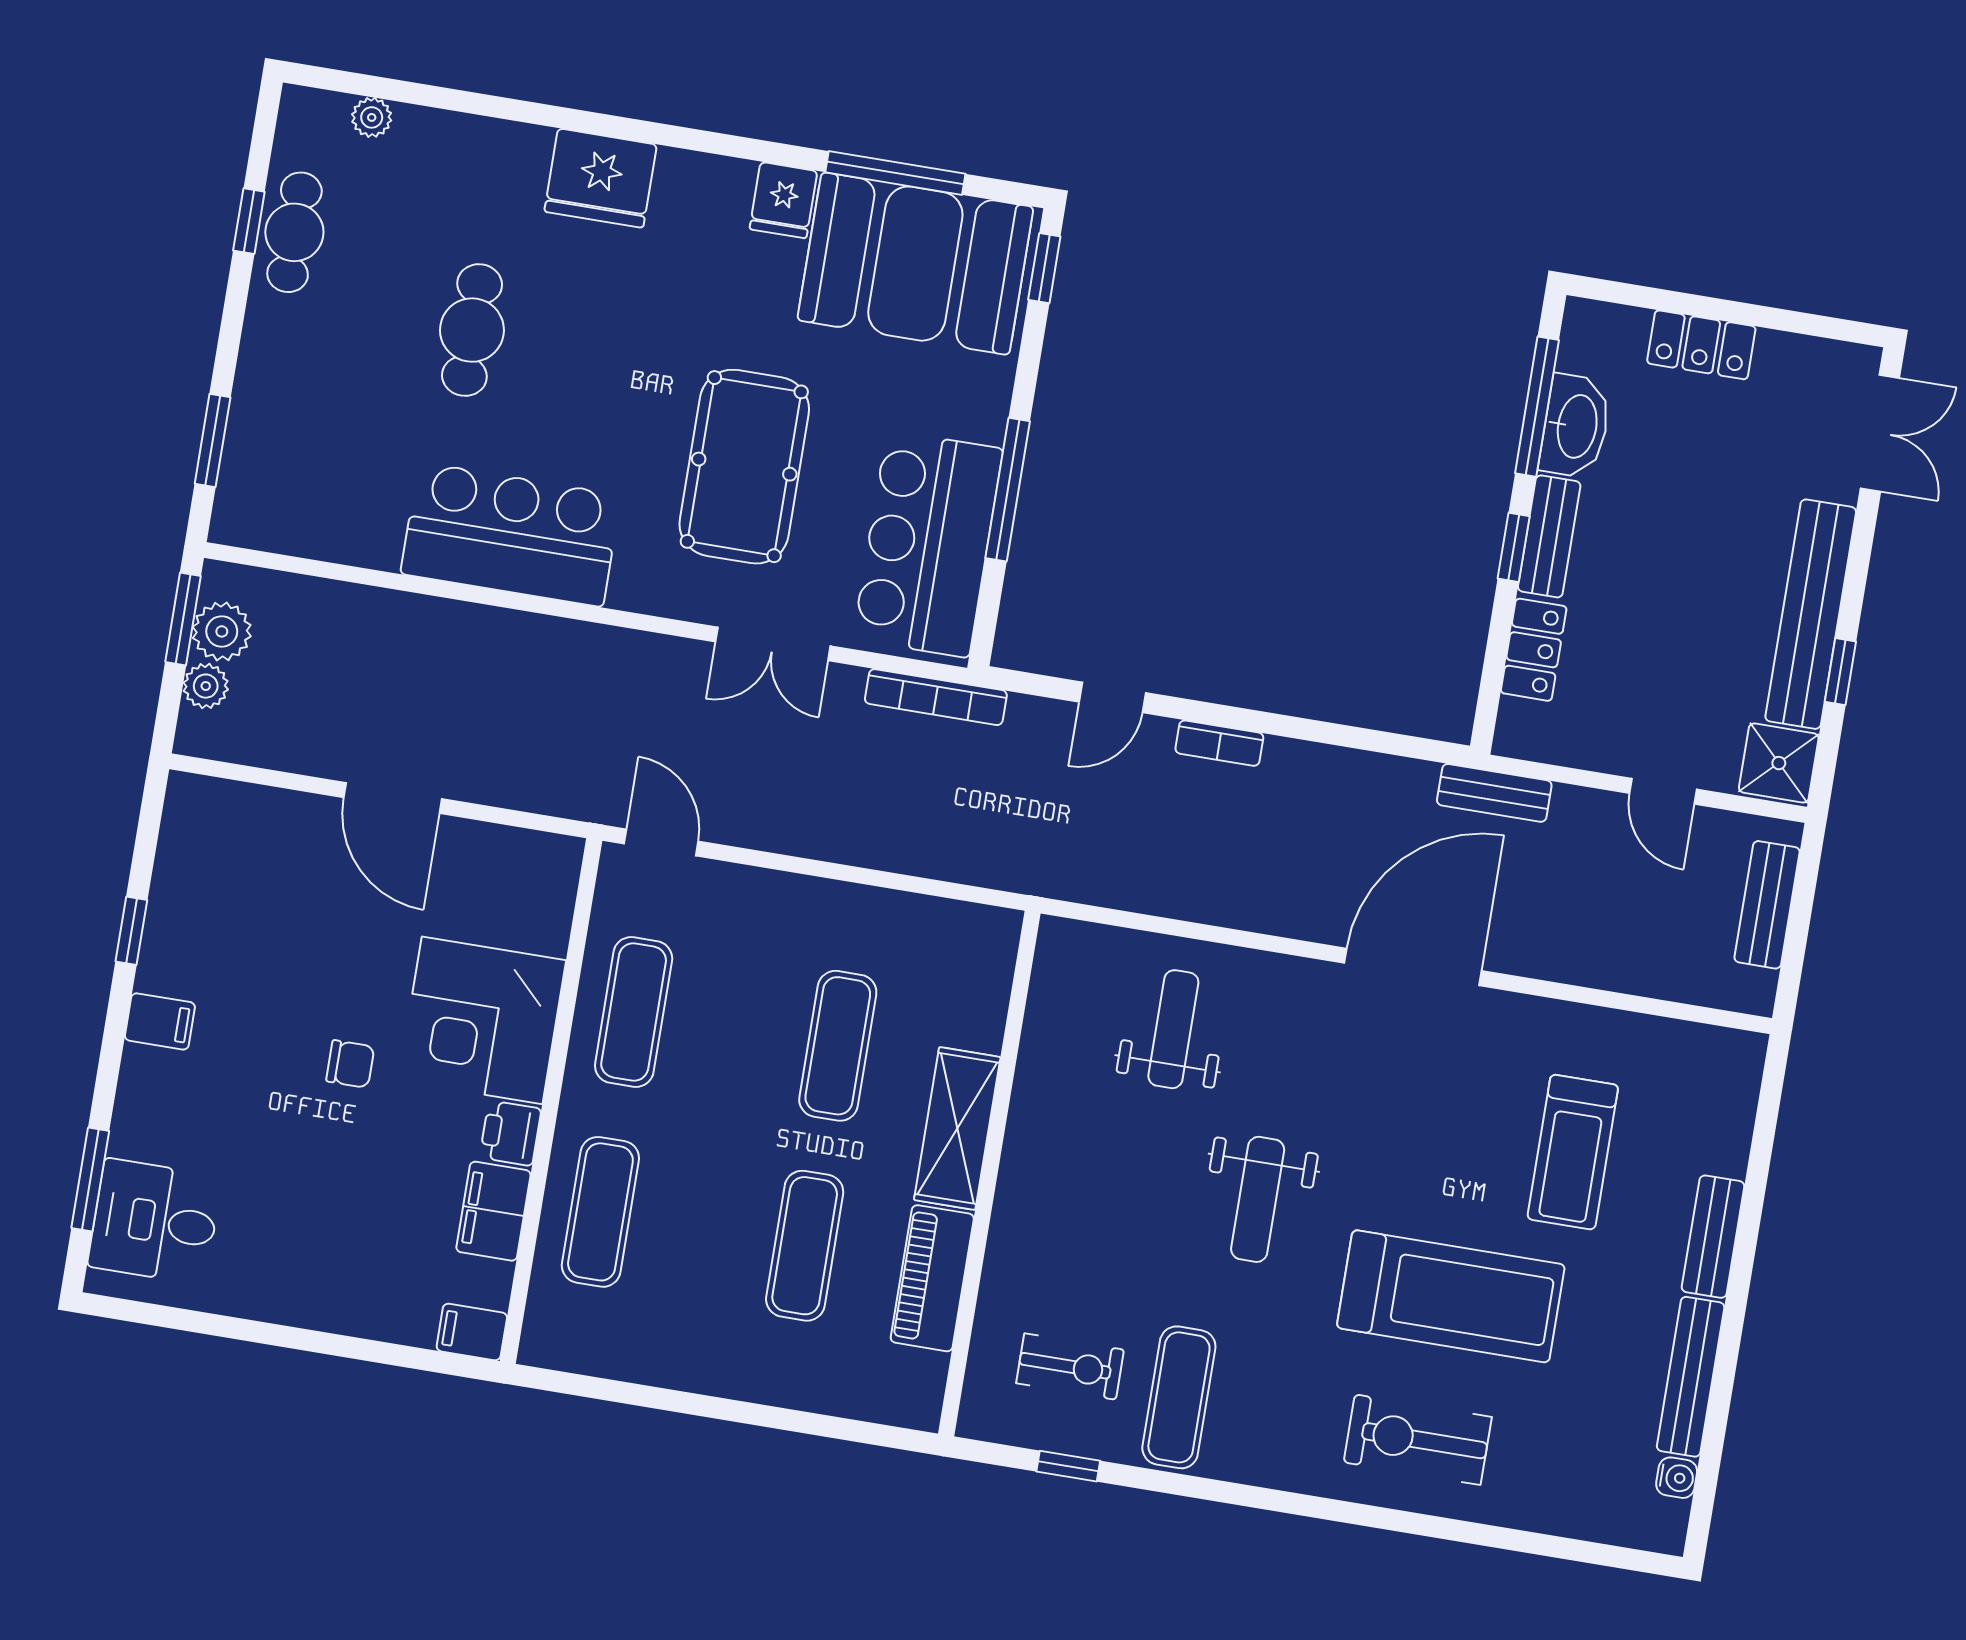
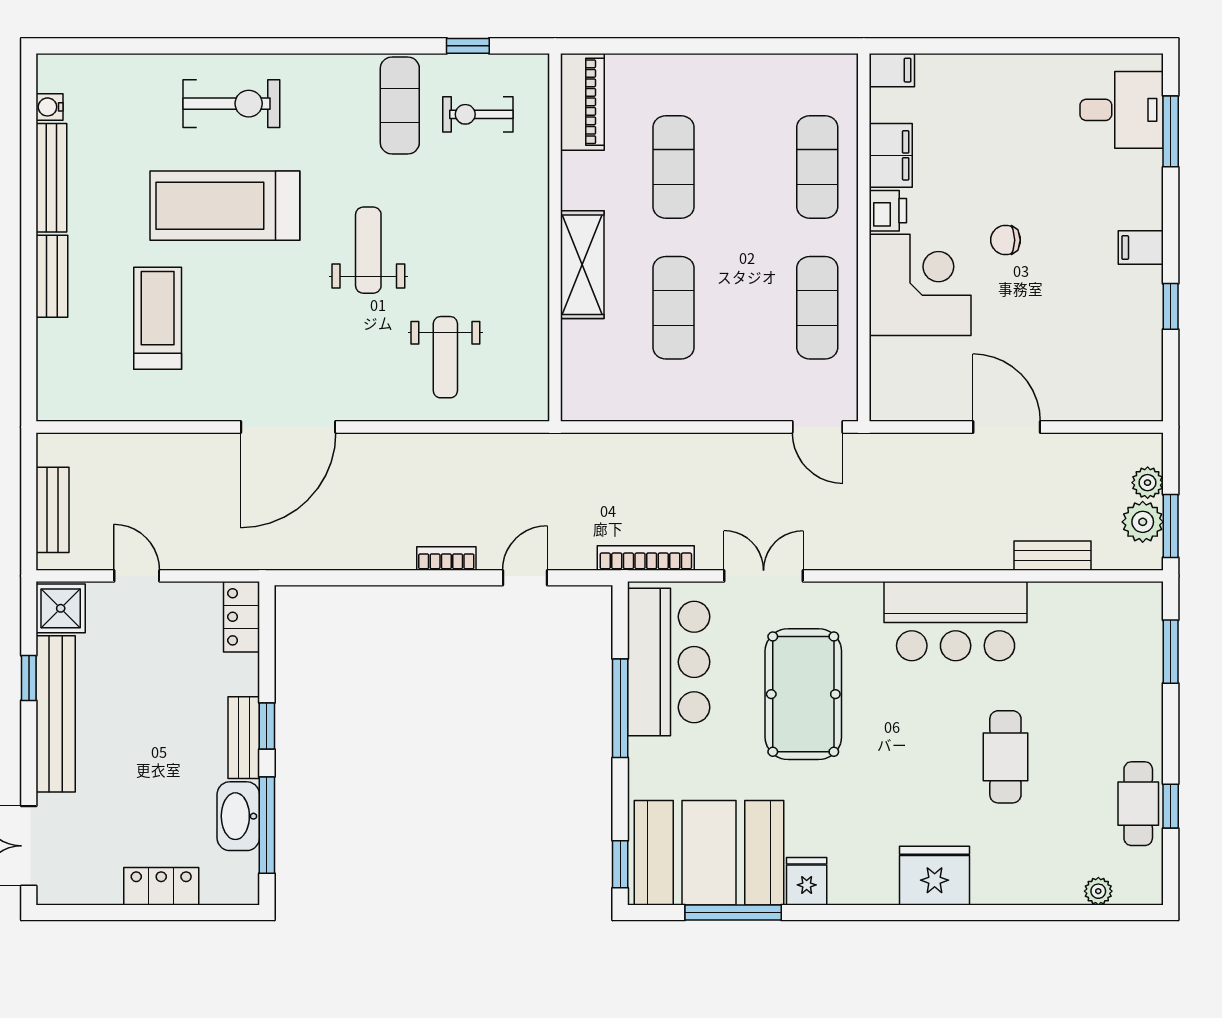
locker: (1534, 650) -> (242, 617), moved
bench: (1494, 793) -> (1053, 556), moved
piano: (932, 1278) -> (582, 102), moved

